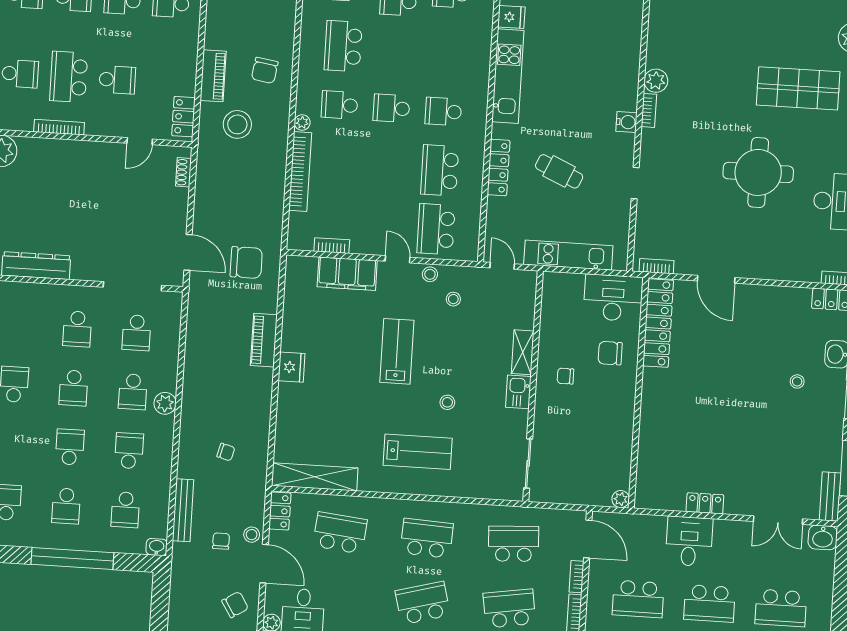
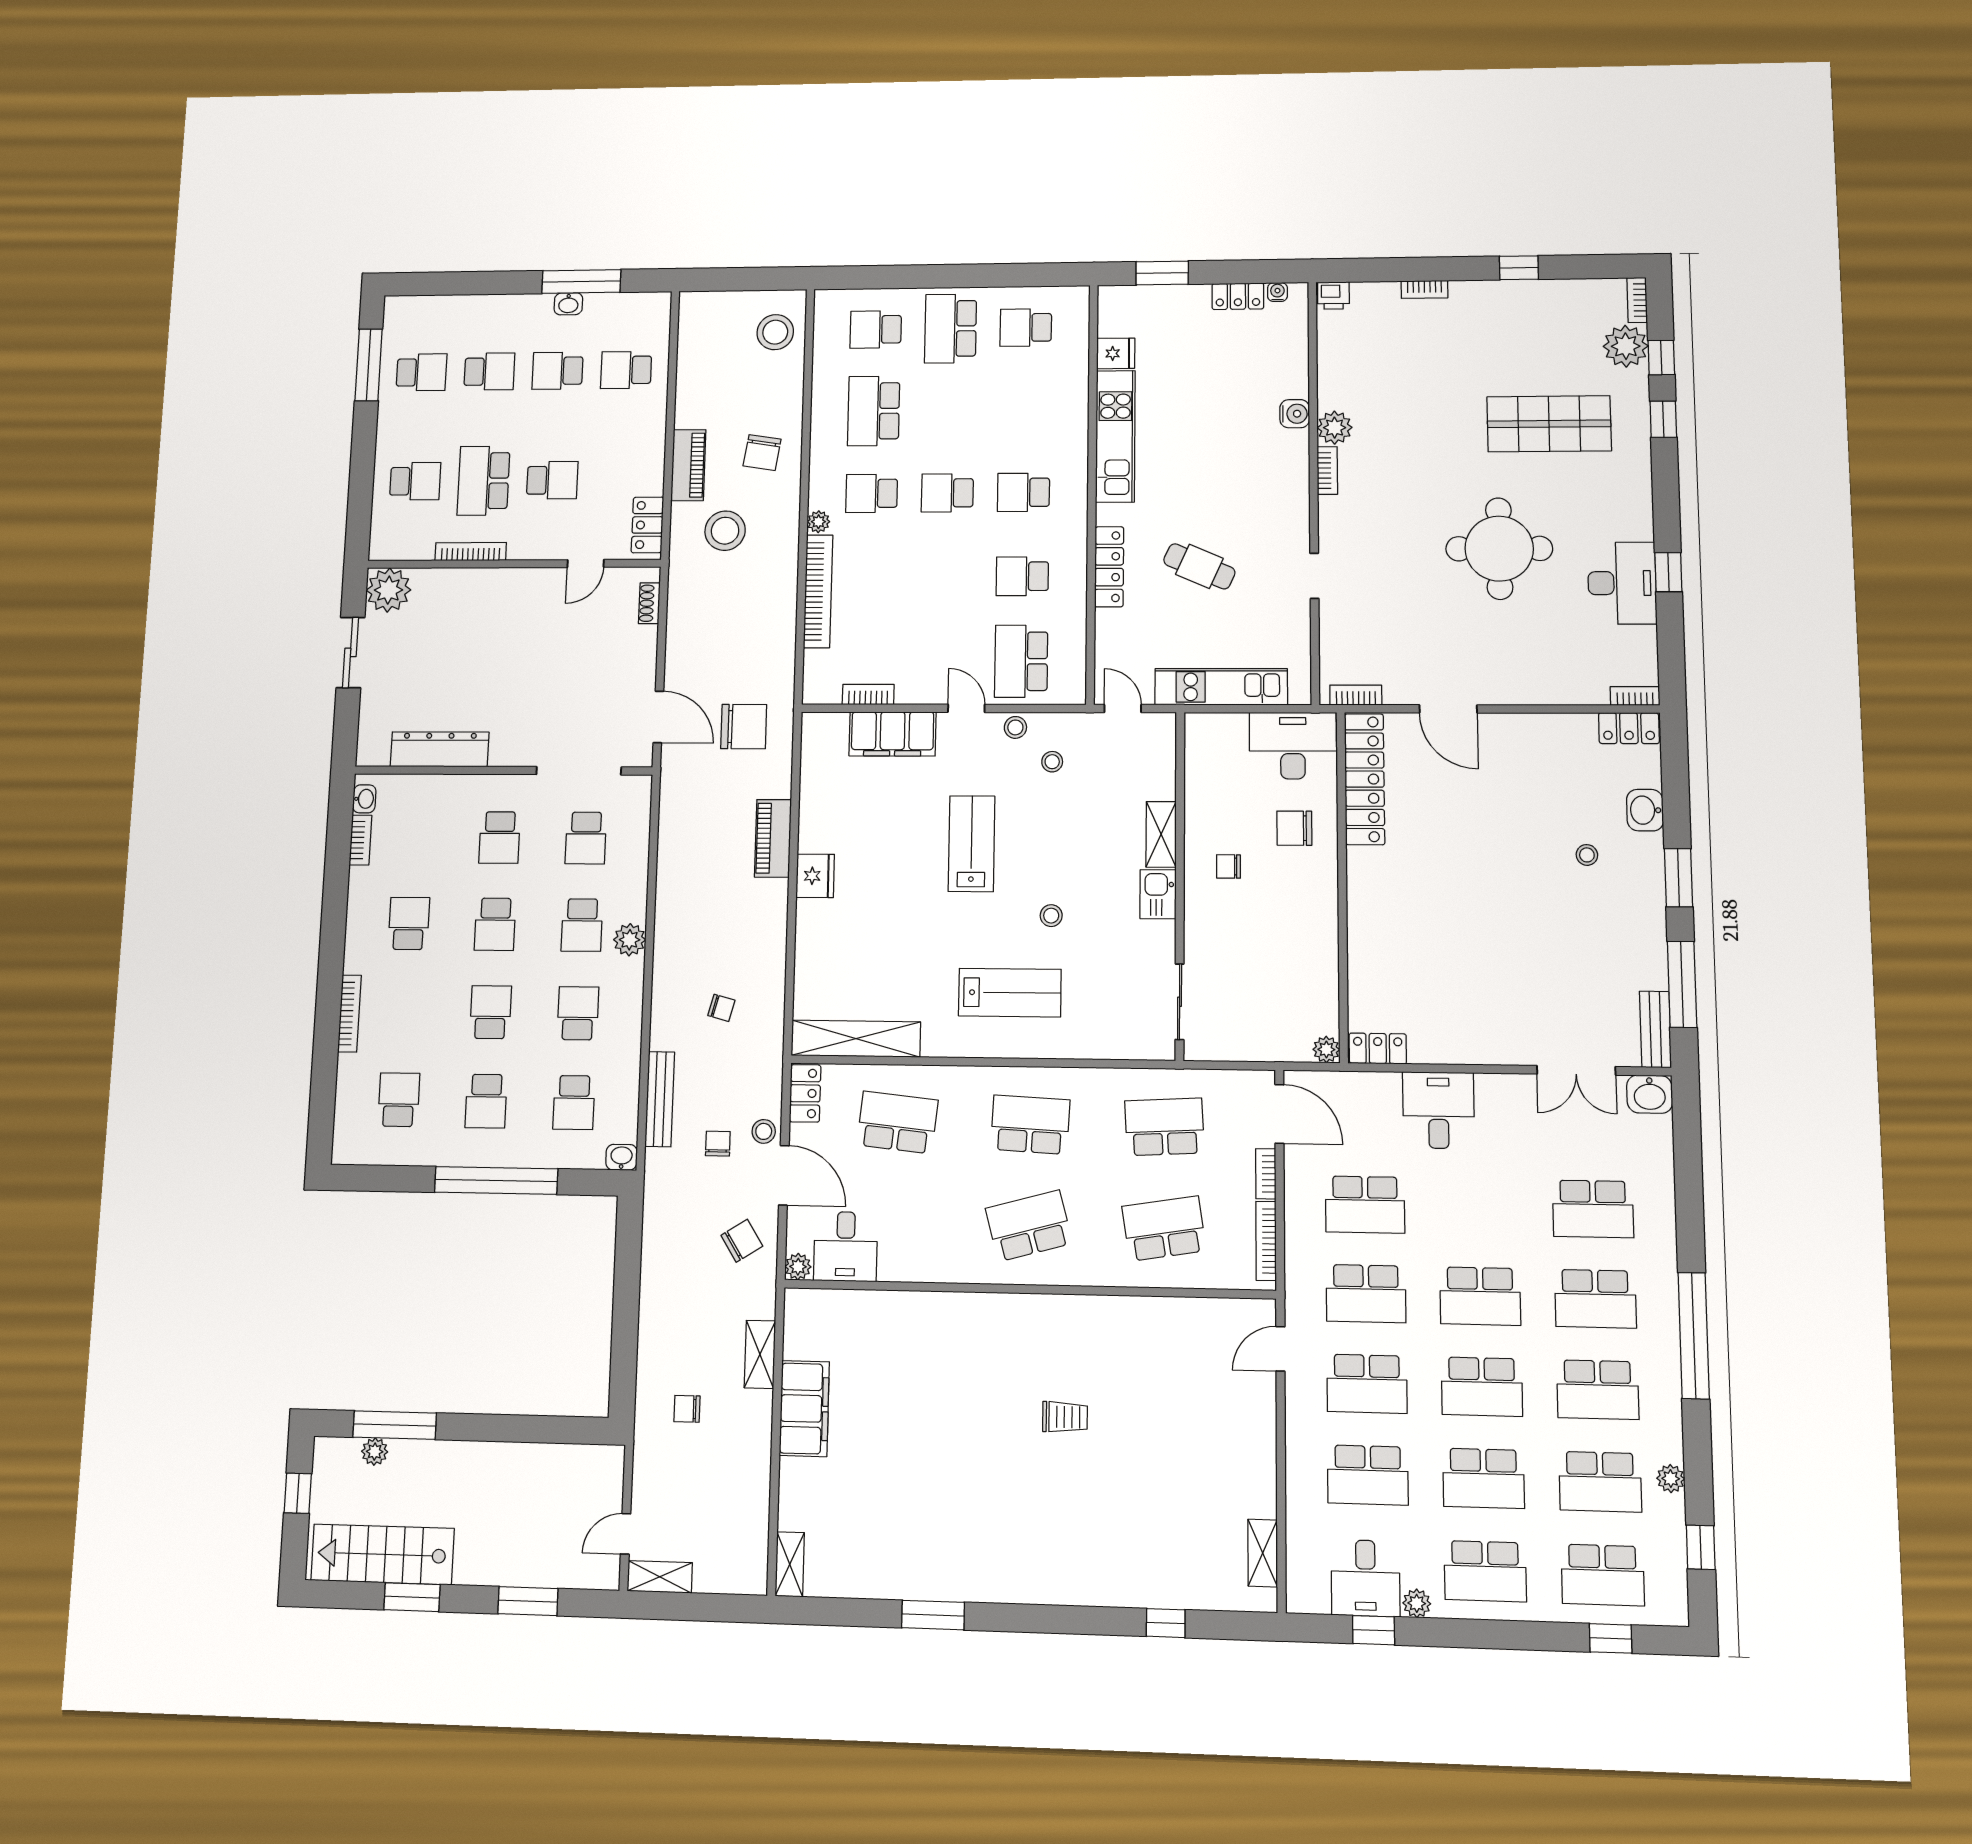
water cooler: (626, 122) -> (1295, 414), moved
school desk: (440, 170) -> (1022, 576), width x0.54
locker: (705, 503) -> (1378, 1049), moved
school desk: (709, 603) -> (1479, 1207), removed

